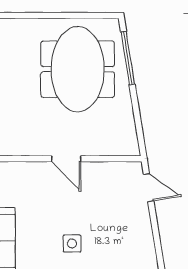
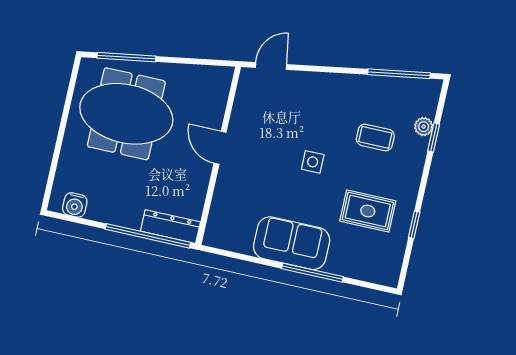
door: (66, 159) -> (220, 148), swing flipped

